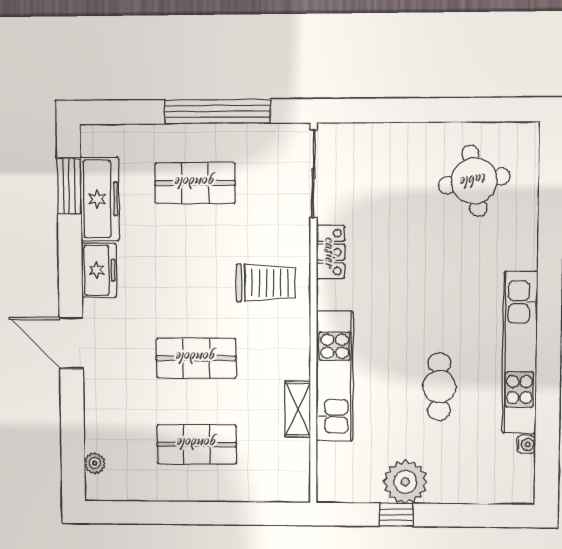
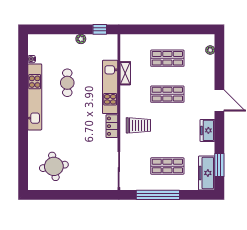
freezer: (100, 199) -> (207, 173), moved
locker: (331, 252) -> (112, 126), moved
trolley: (266, 283) -> (138, 125), turned 180
plant: (405, 482) -> (81, 39), width x0.53, depth x0.53
window: (396, 515) -> (100, 29), moved

